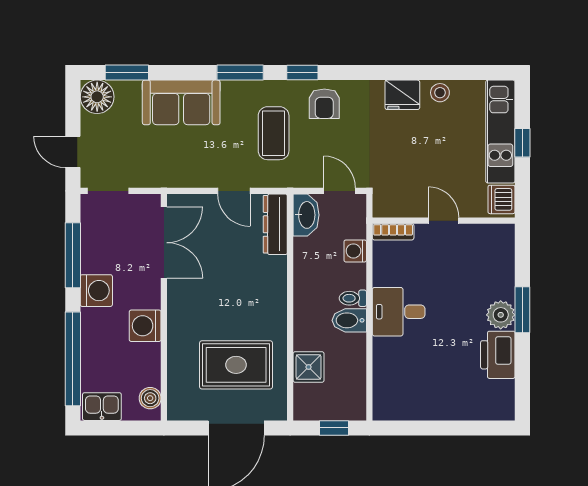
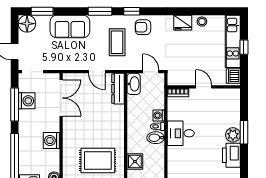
armchair: (324, 104) -> (143, 27), turned 90
washing machine: (355, 251) -> (159, 115), moved
washing machine: (96, 291) -> (27, 101), moved

